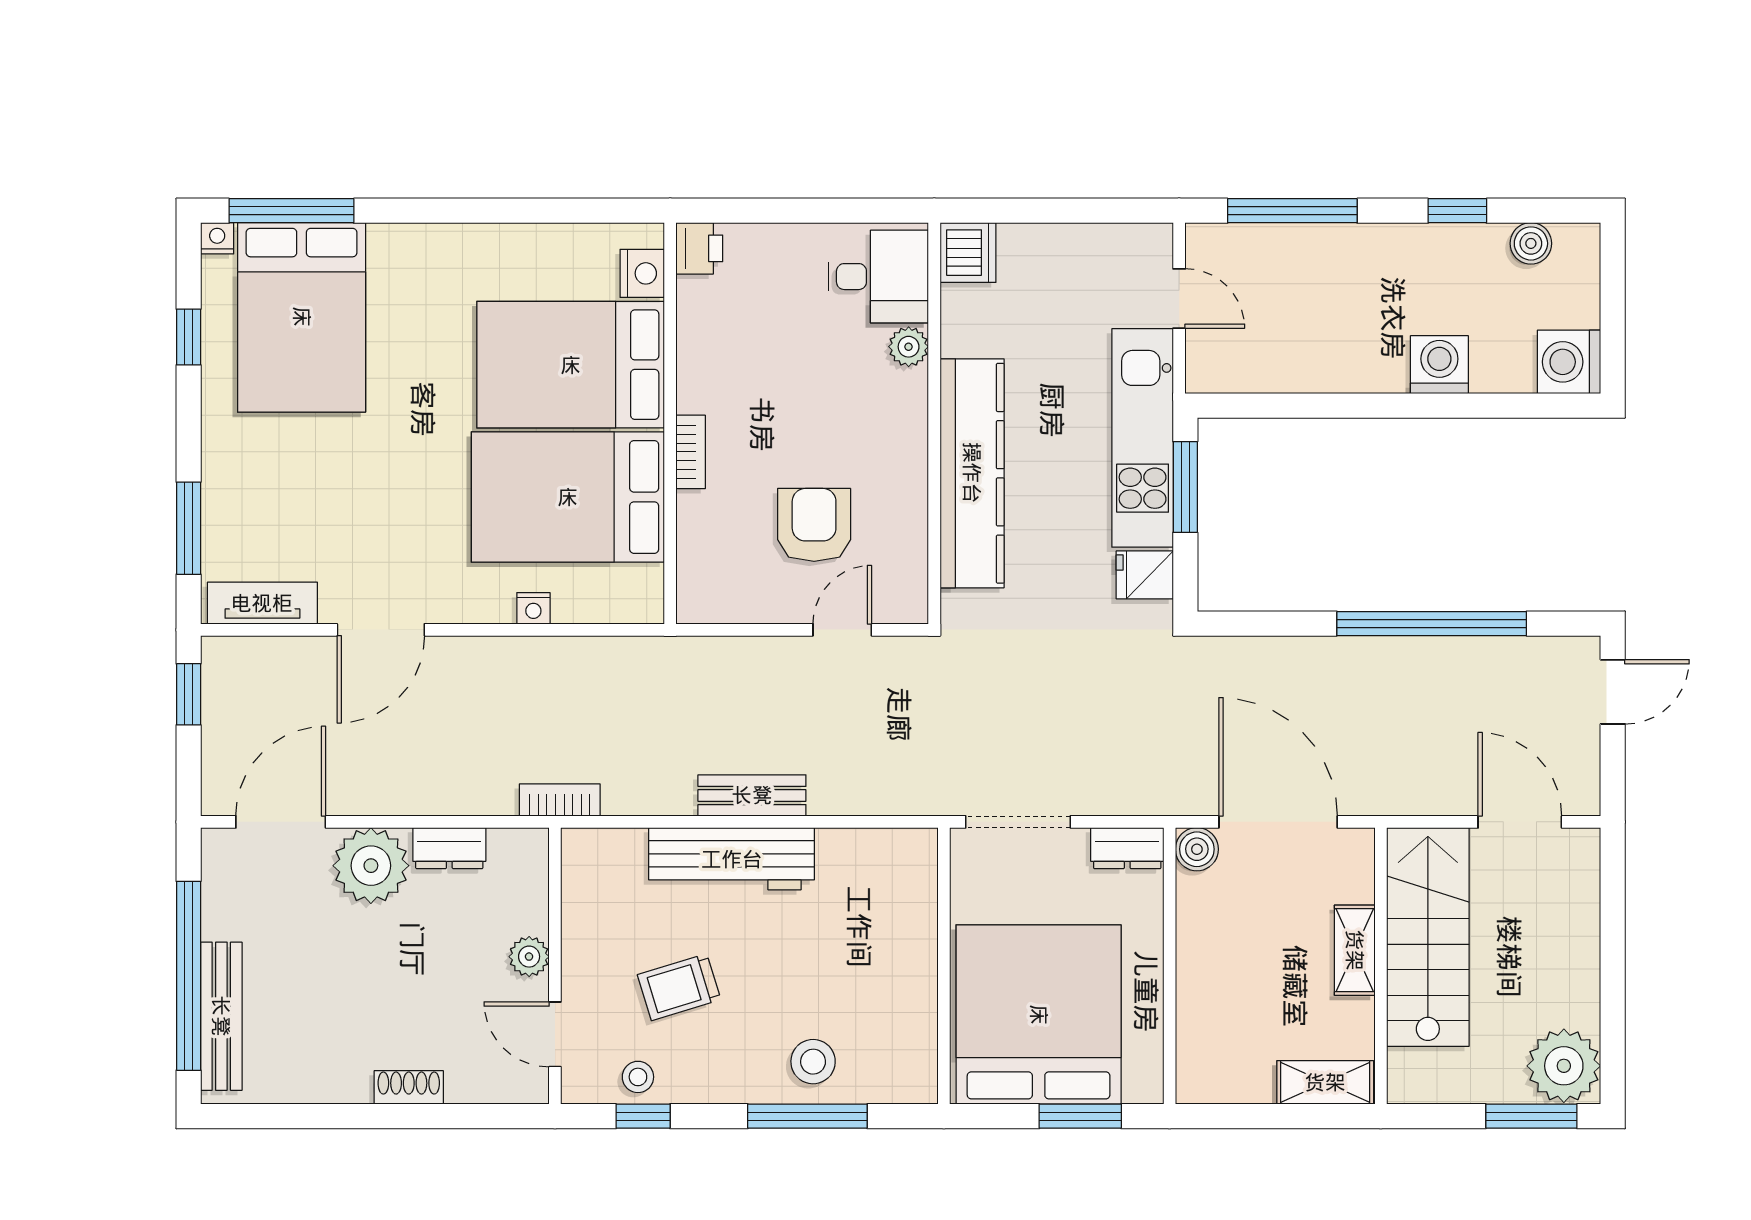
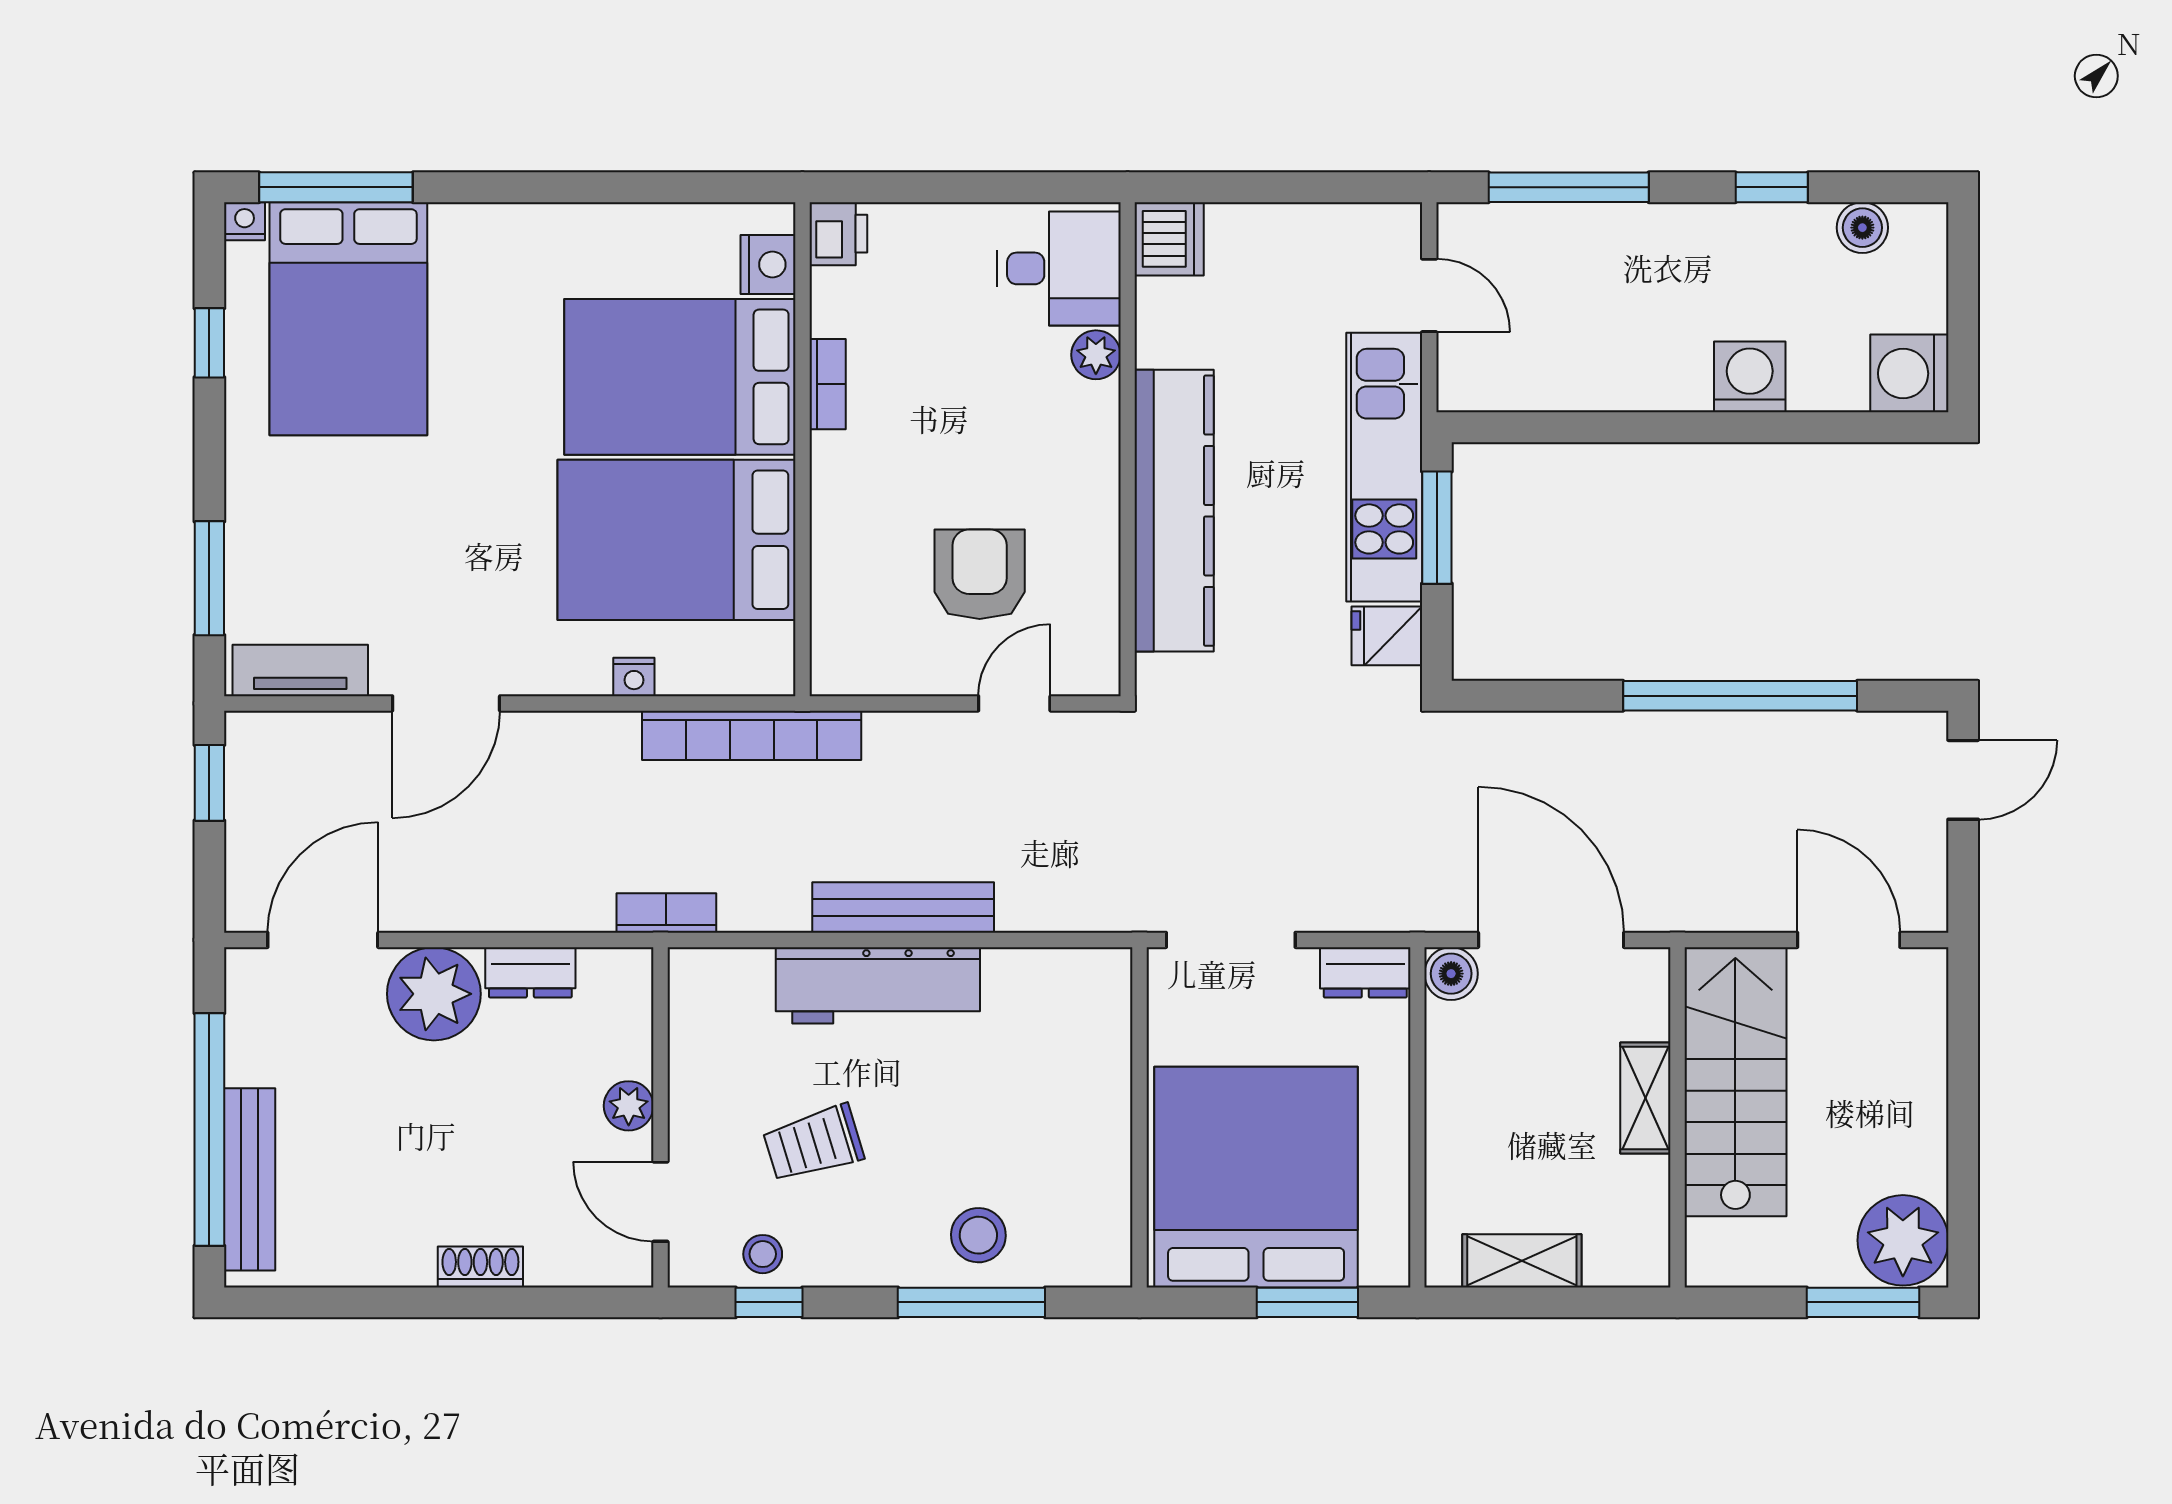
bookcase: (691, 452) -> (828, 384), moved
bookcase: (629, 656) -> (752, 735), added
bench: (752, 795) -> (903, 907), width x1.36
shelving: (1325, 1082) -> (1522, 1261), moved

